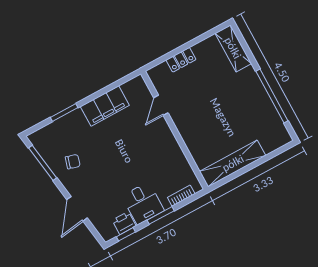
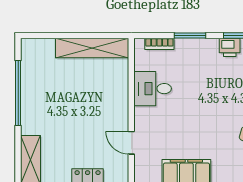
door: (161, 105) -> (131, 143), swing flipped
desk: (143, 203) -> (153, 89), moved, turned -90

